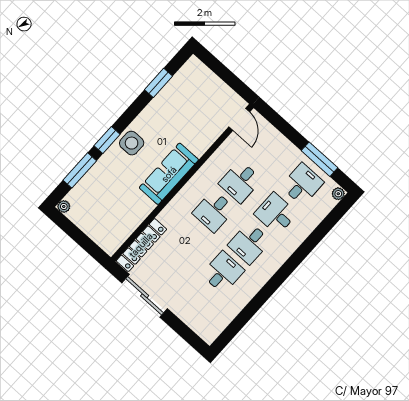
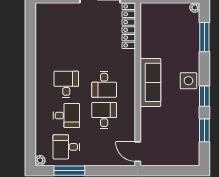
window: (107, 140) -> (204, 96), moved
desk: (302, 184) -> (66, 147), turned 90
desk: (214, 211) -> (104, 84), turned 180
desk: (223, 272) -> (66, 53), removed

